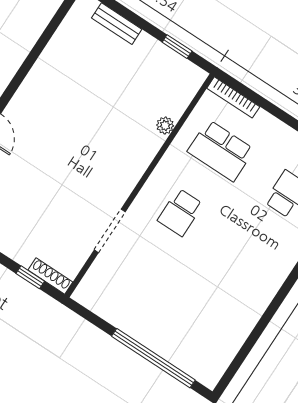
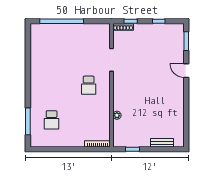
school desk: (221, 150) -> (89, 120), removed
school desk: (180, 212) -> (89, 85), turned 180

